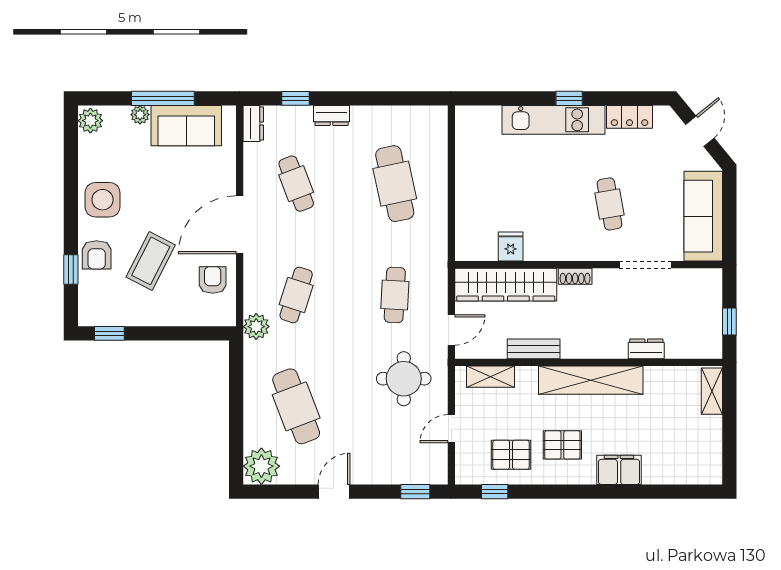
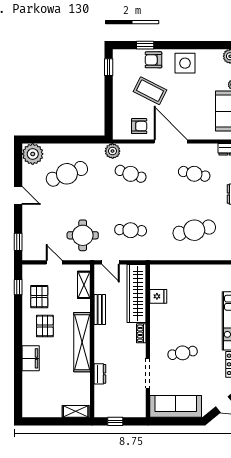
cafe table: (296, 184) -> (194, 174), turned 33

